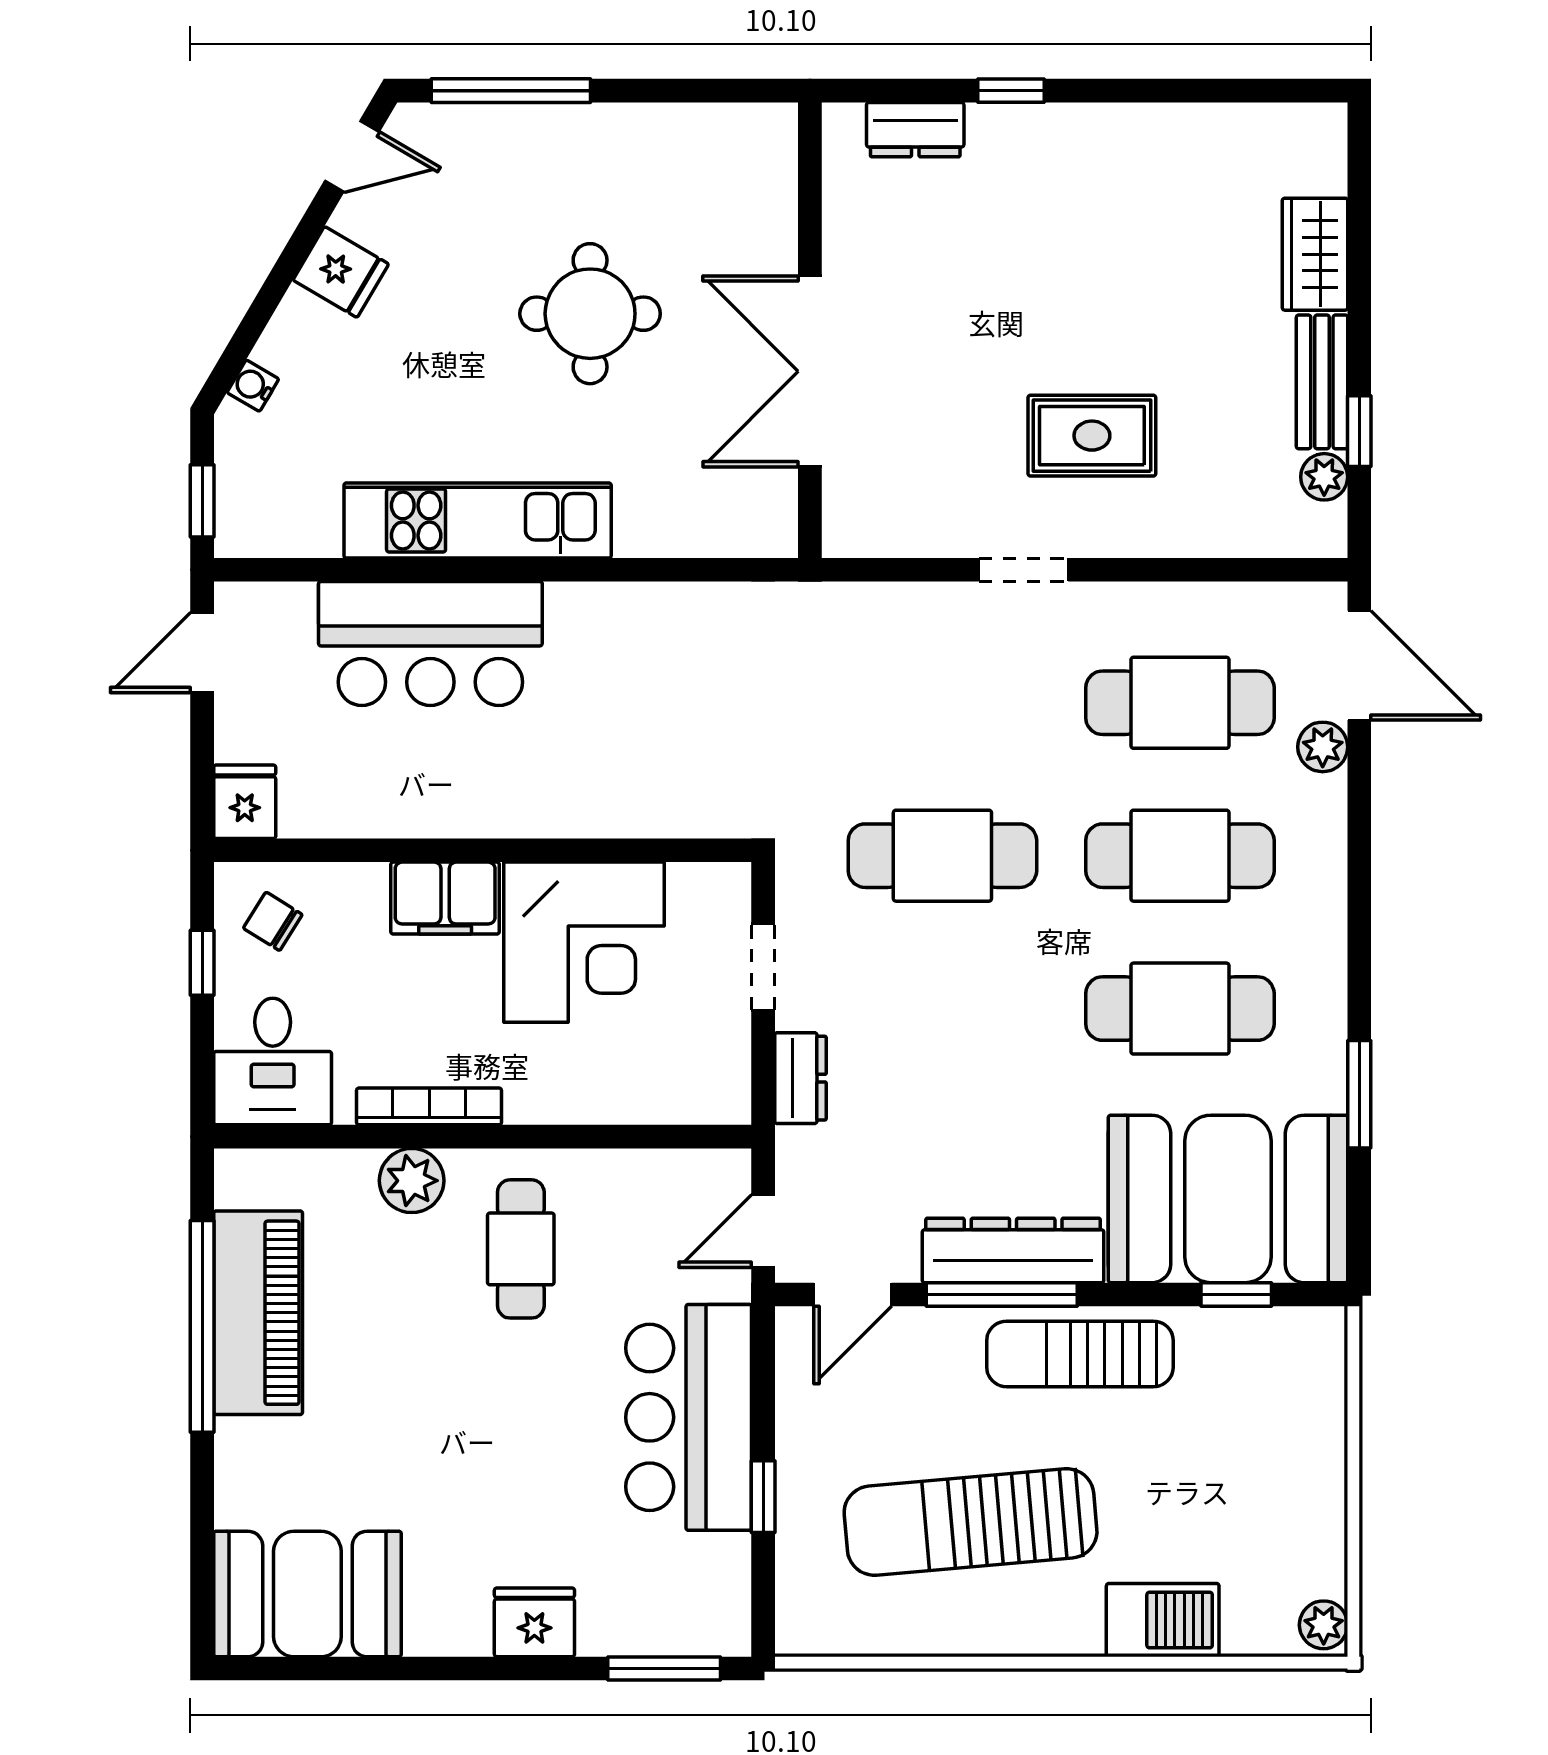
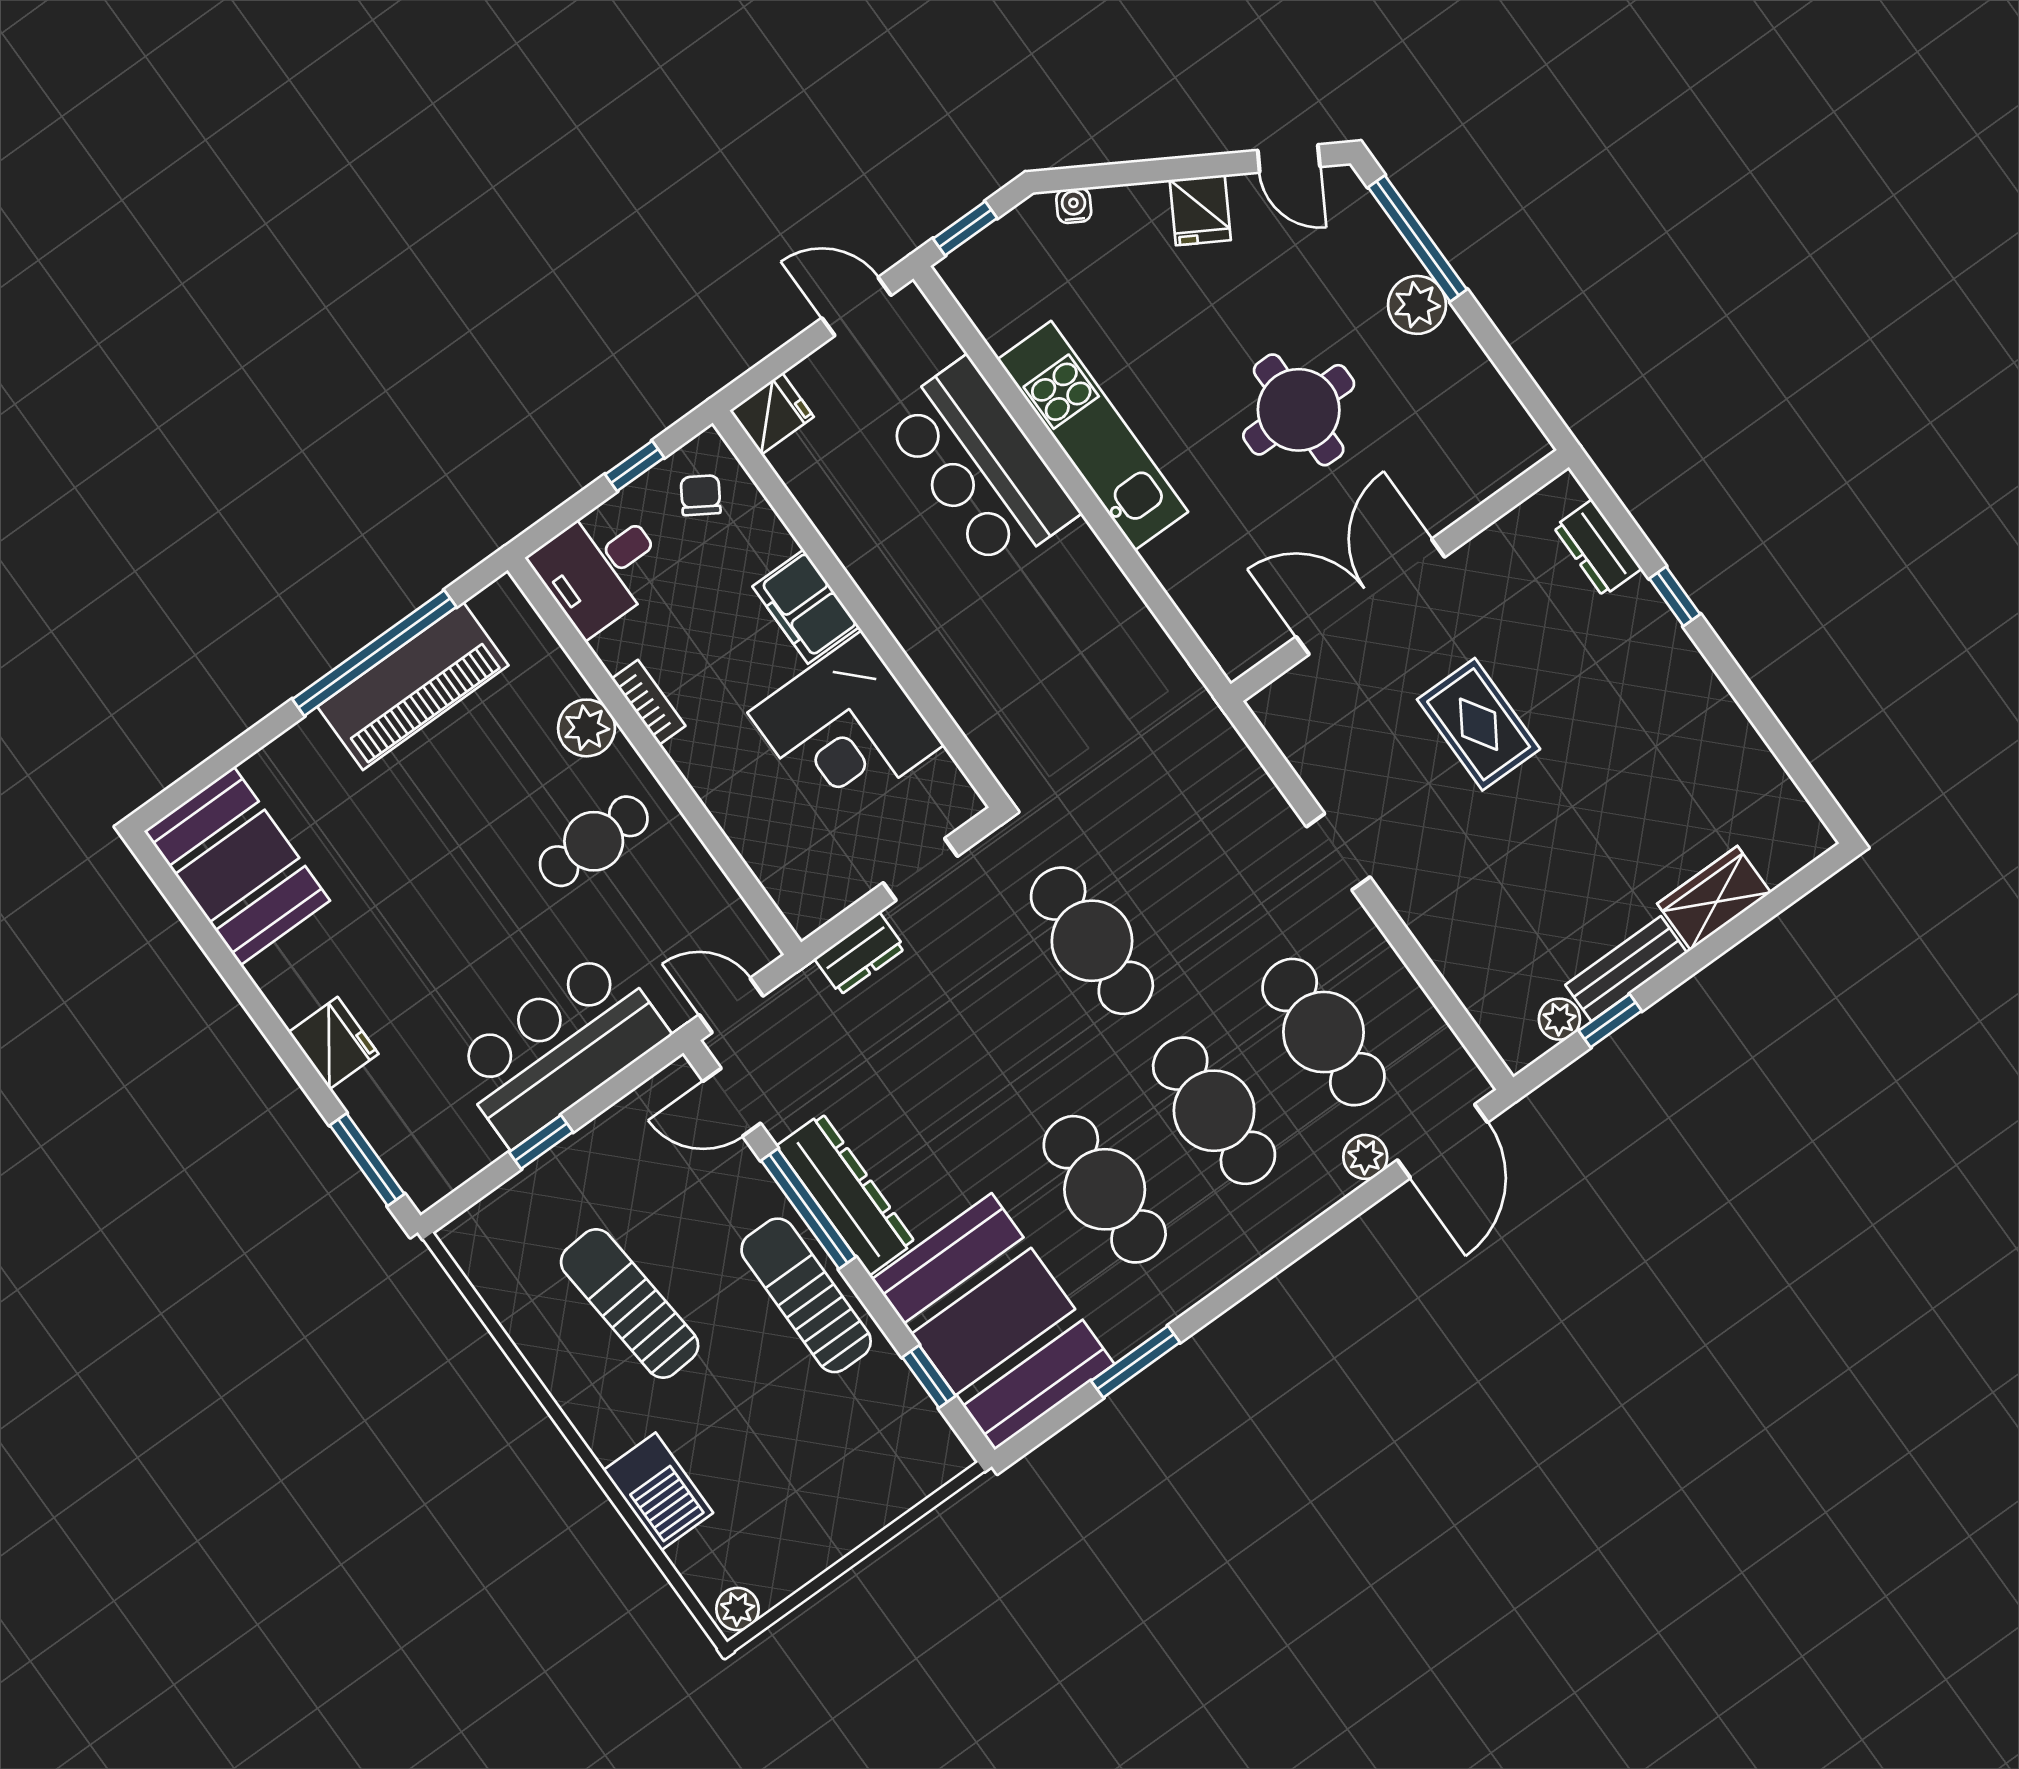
plant: (572, 135) -> (1417, 305), added
rug: (1092, 436) -> (1479, 724), moved
bookcase: (429, 1106) -> (648, 702), width x0.64
sun lounger: (971, 1522) -> (630, 1304), width x0.73, depth x0.75

